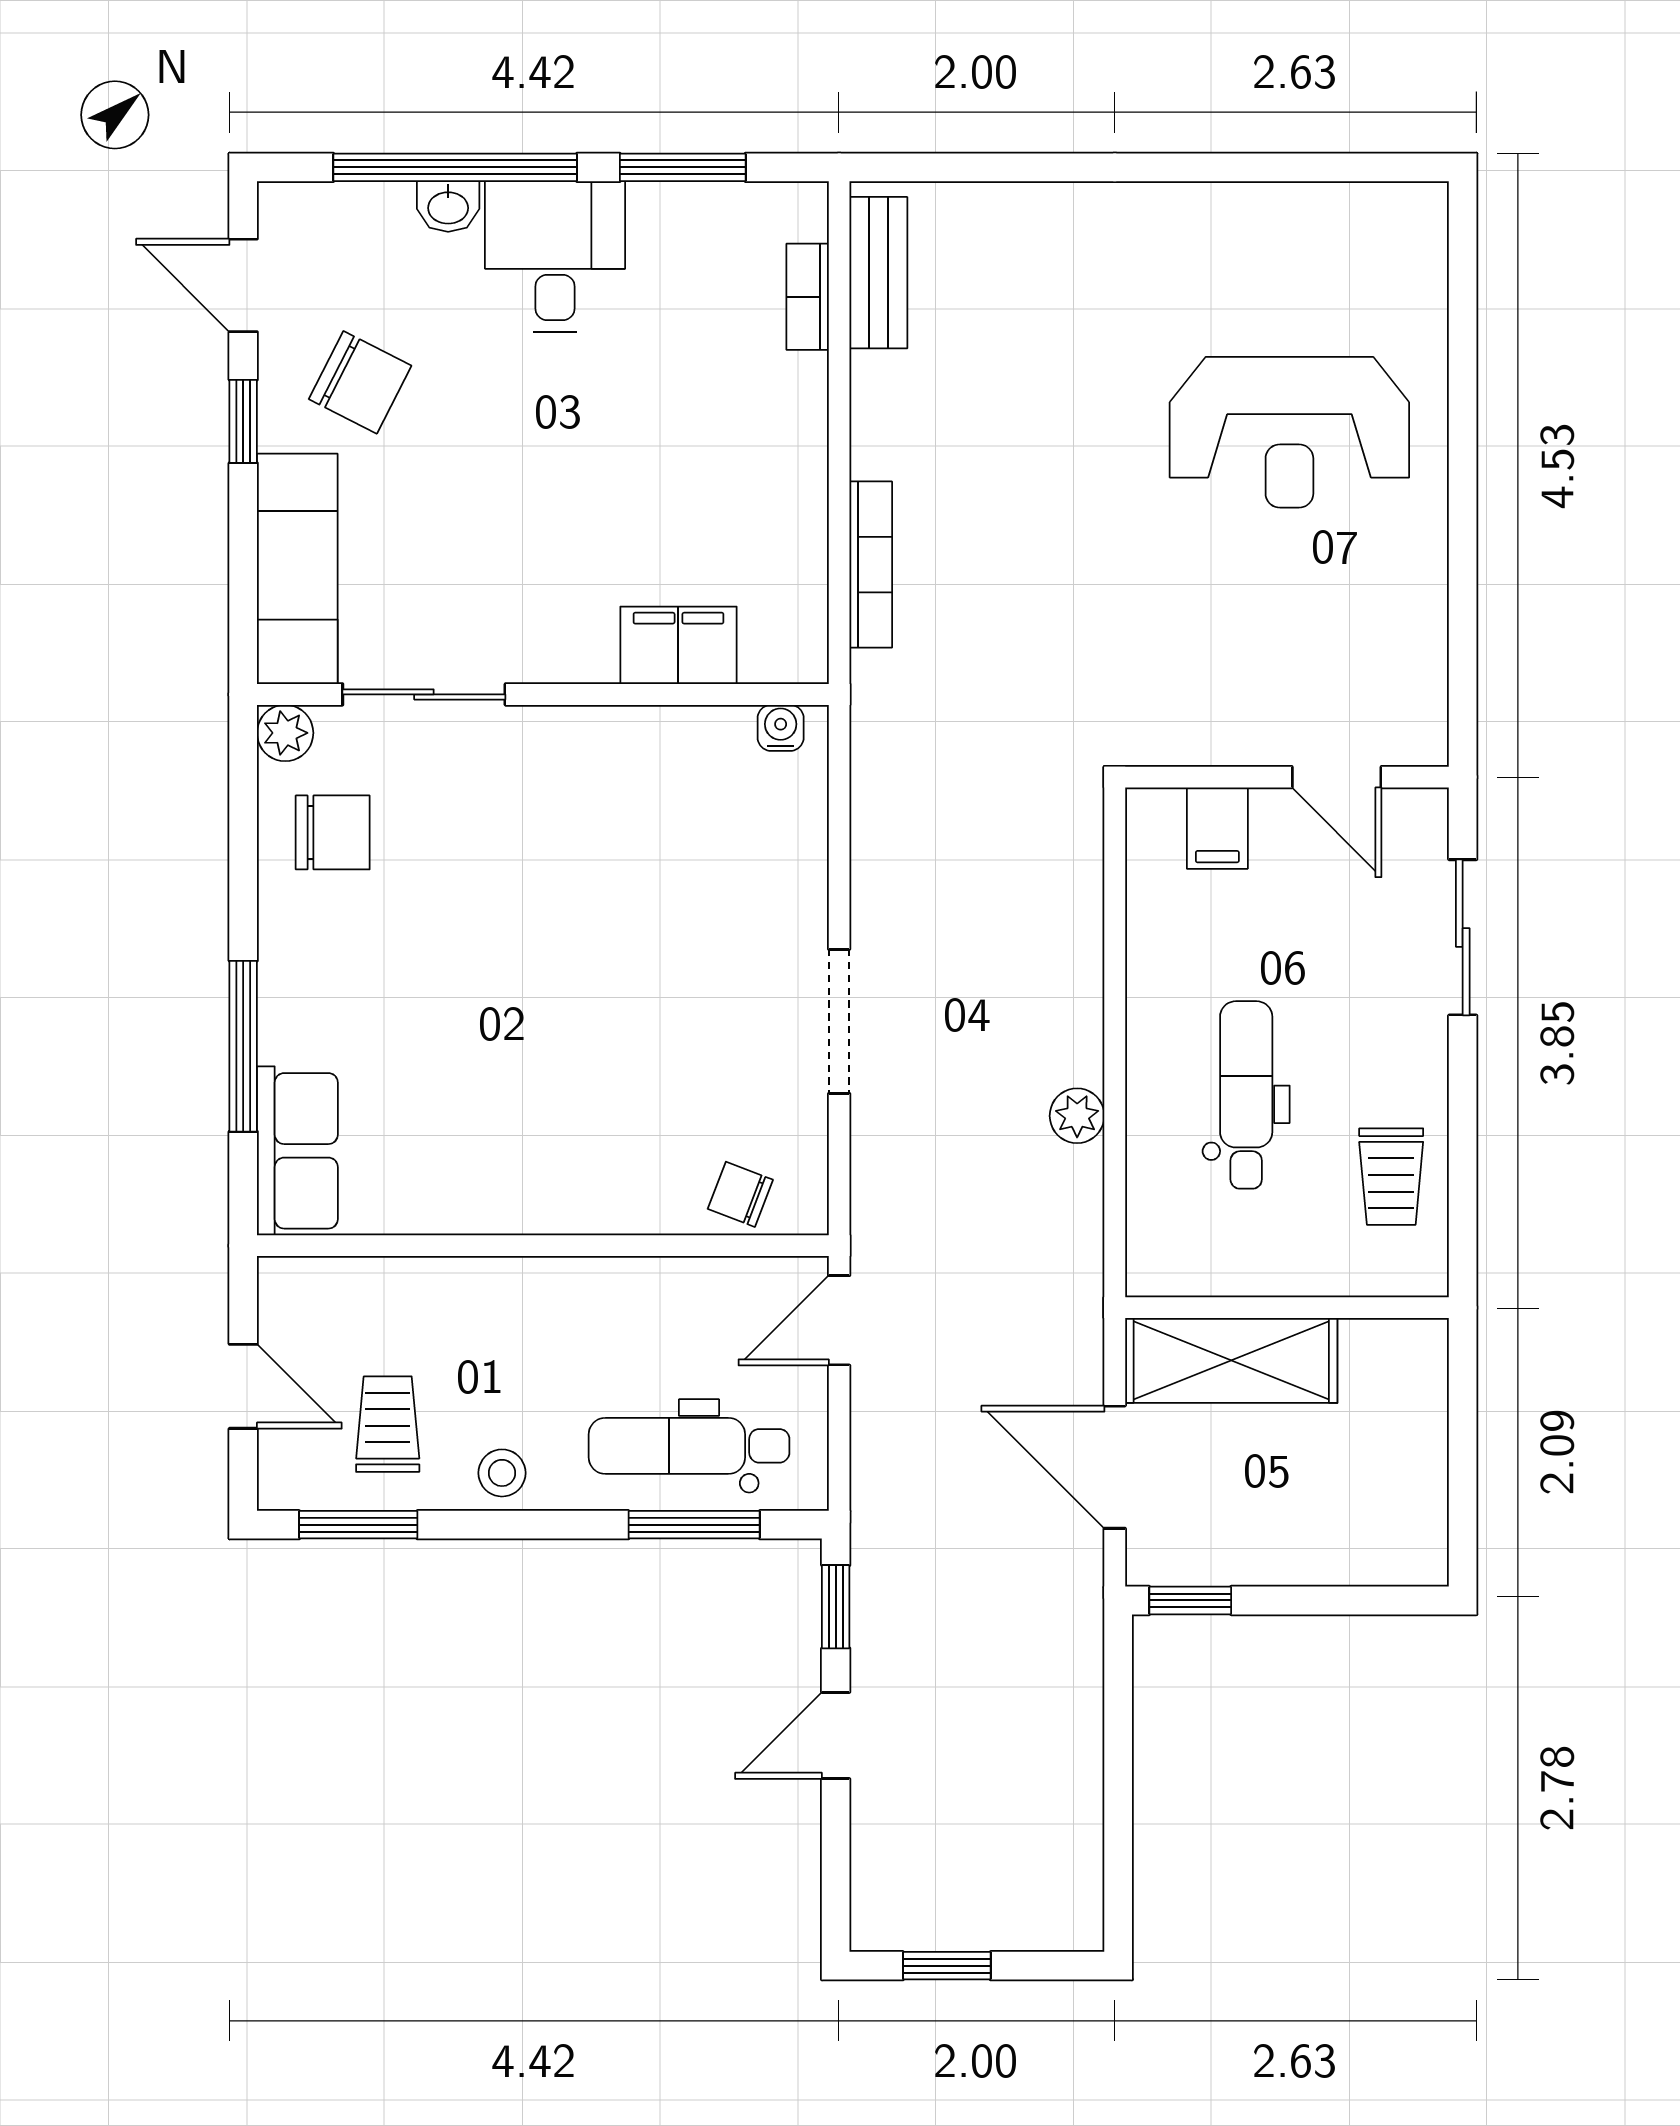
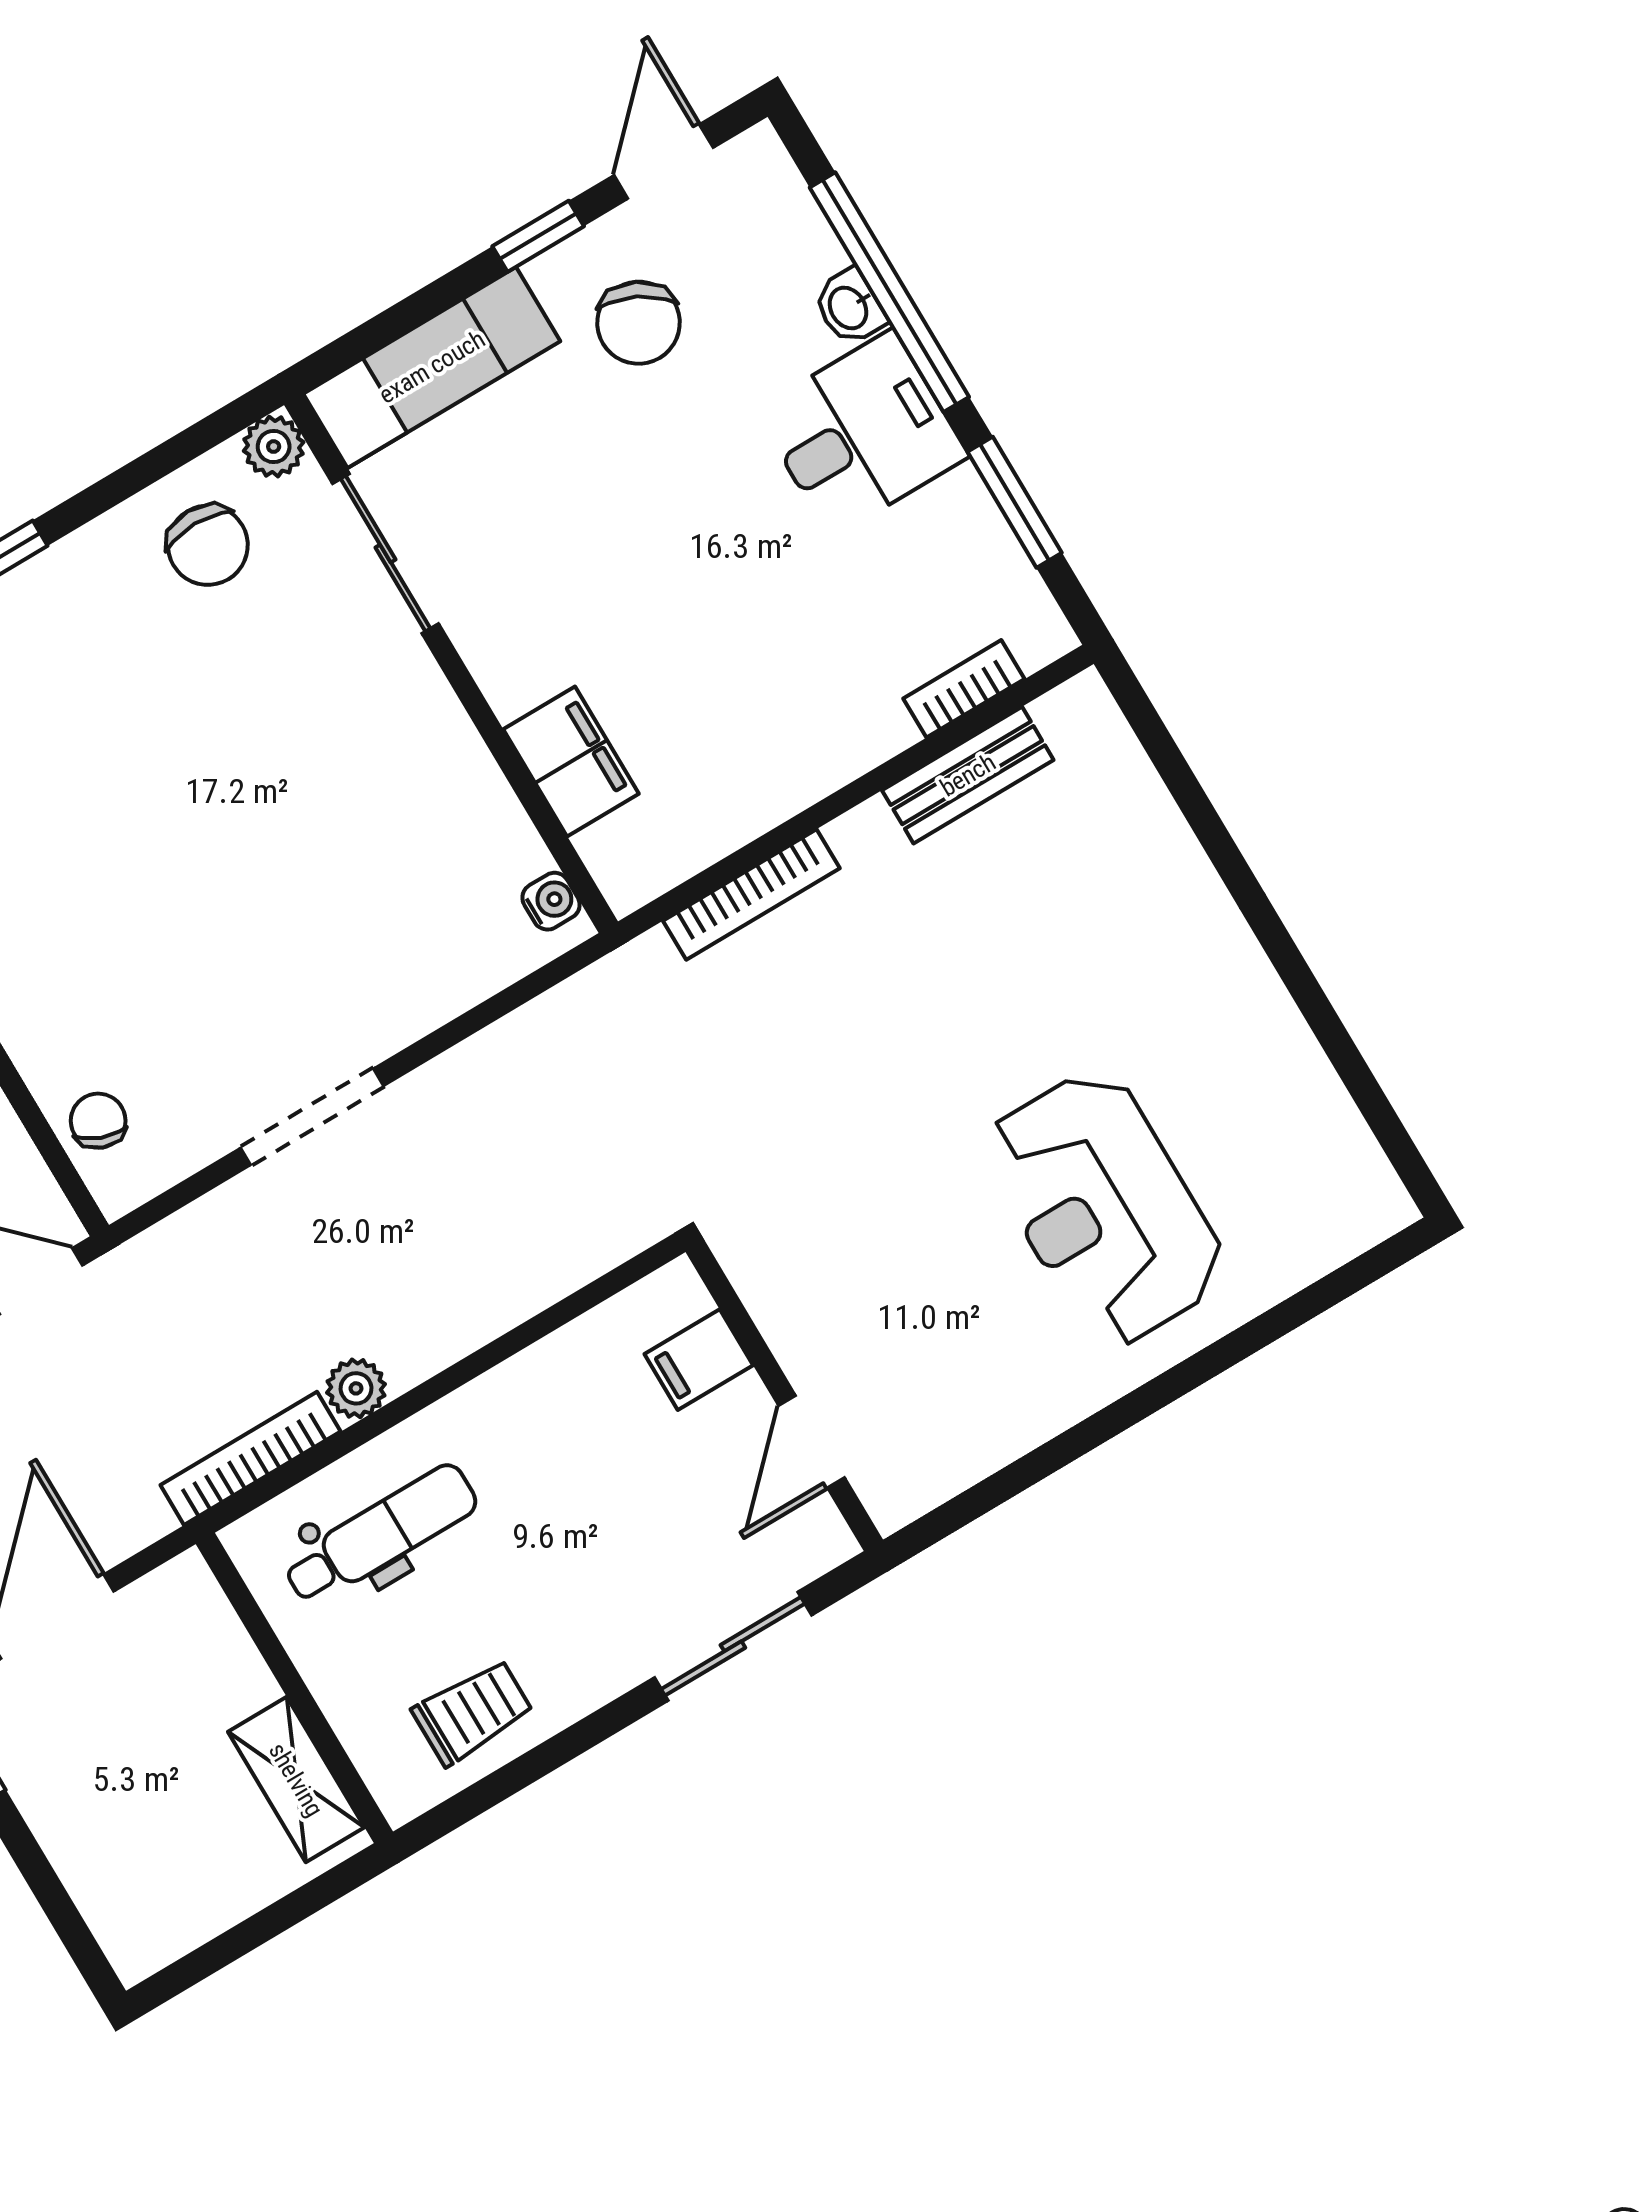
bench: (878, 273) -> (968, 775), moved
dental chair: (1246, 1095) -> (380, 1535), moved
trolley: (1391, 1177) -> (473, 1712), turned 180
bookcase: (1083, 1233) -> (251, 1458), added
shelving: (1231, 1360) -> (296, 1780), moved, width x0.67, depth x0.75

